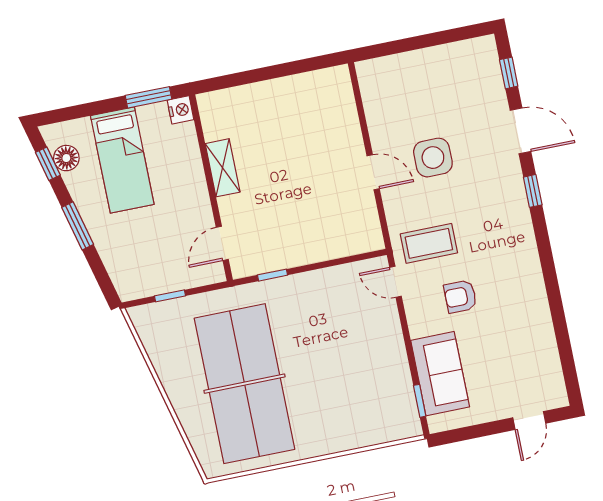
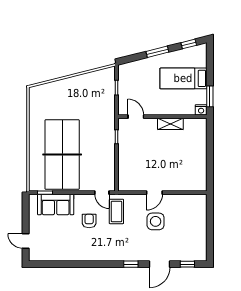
floor lamp: (66, 158) -> (190, 53), removed
door: (396, 282) -> (102, 193), swing flipped
table tennis table: (244, 384) -> (62, 154), moved, turned 90

